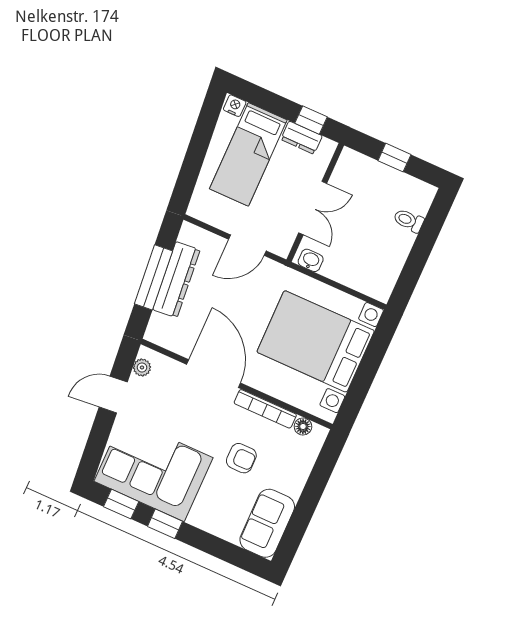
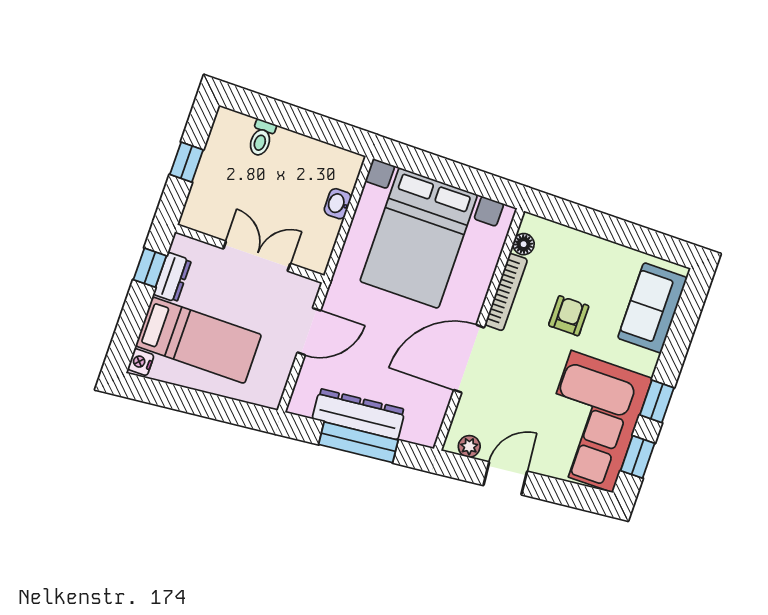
door: (247, 245) -> (309, 332), hinge flipped
washbasin: (311, 260) -> (338, 204), moved
door: (113, 395) -> (505, 478), swing flipped
sofa: (267, 523) -> (652, 308), moved, turned 90

